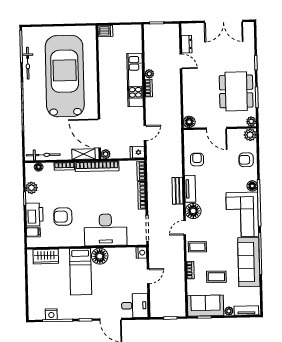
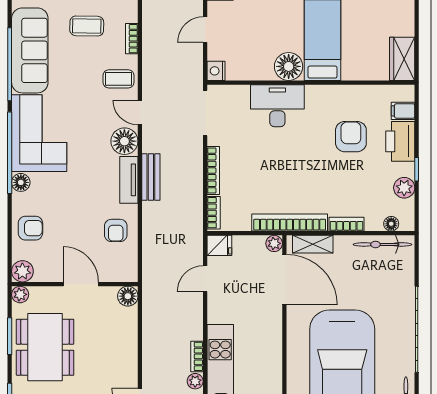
armchair: (63, 217) -> (351, 137), turned -90
door: (185, 228) -> (140, 113), swing flipped
desk: (106, 230) -> (277, 106), width x0.73, depth x0.77
wardrobe: (46, 257) -> (402, 59), moved, turned -90

